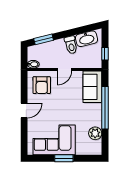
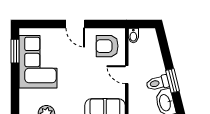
window: (44, 39) -> (173, 81), moved
window: (64, 158) -> (15, 51), moved

